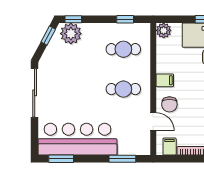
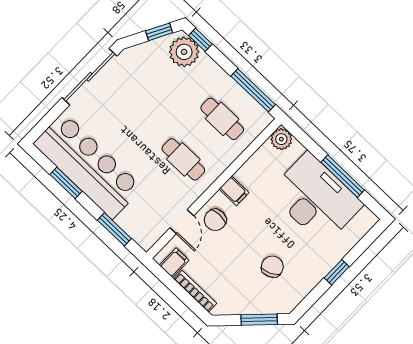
window: (125, 19) -> (253, 90), width x2.17
window: (61, 159) -> (66, 183), moved

